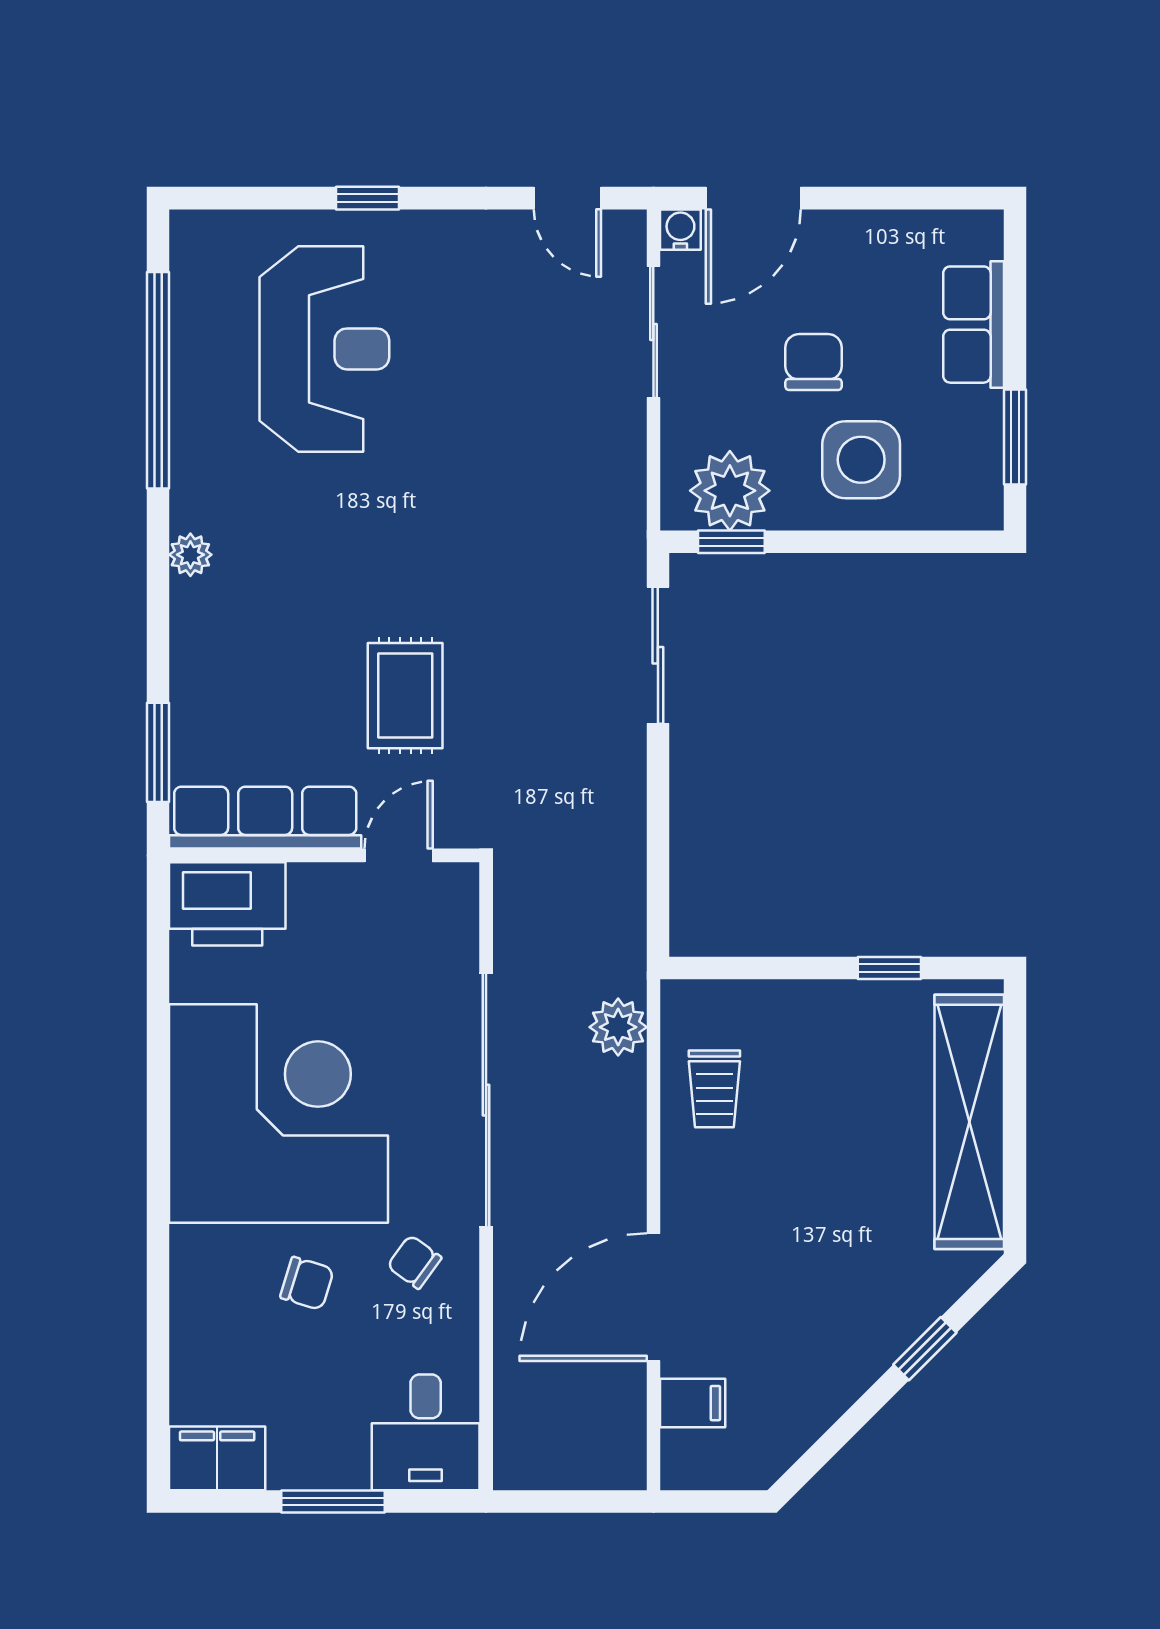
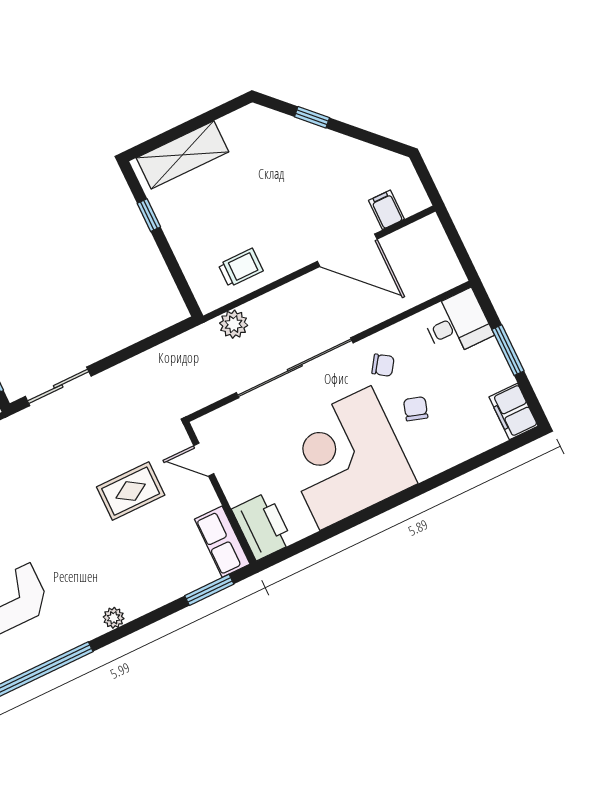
row of seats: (265, 818) -> (222, 542), width x0.68
shelving: (969, 1122) -> (183, 155), width x0.68
chair: (414, 1262) -> (383, 365), turned -92

